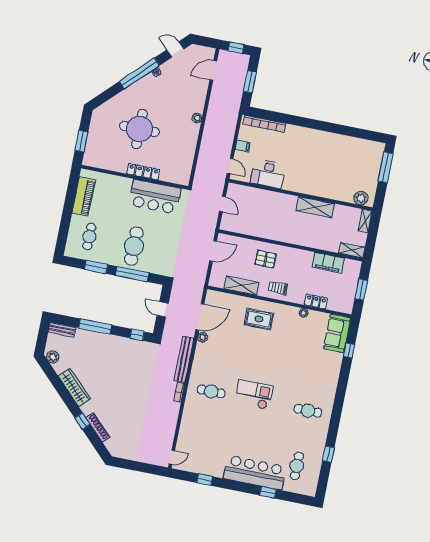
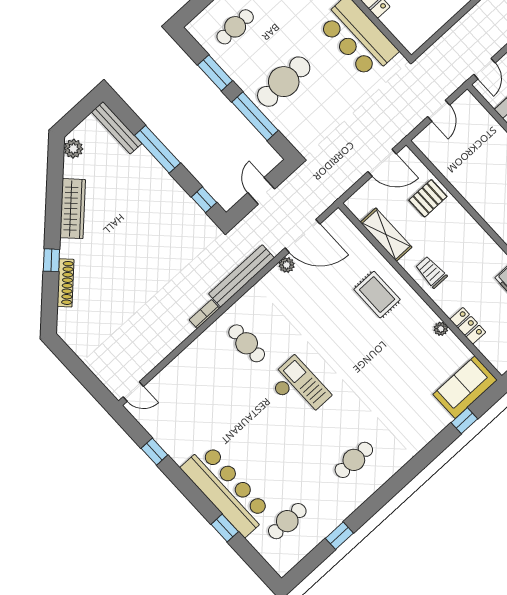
pallet: (265, 259) -> (428, 198), moved, turned 90
bench: (62, 330) -> (117, 128), width x1.36
cafe table: (308, 411) -> (354, 460), turned 90

